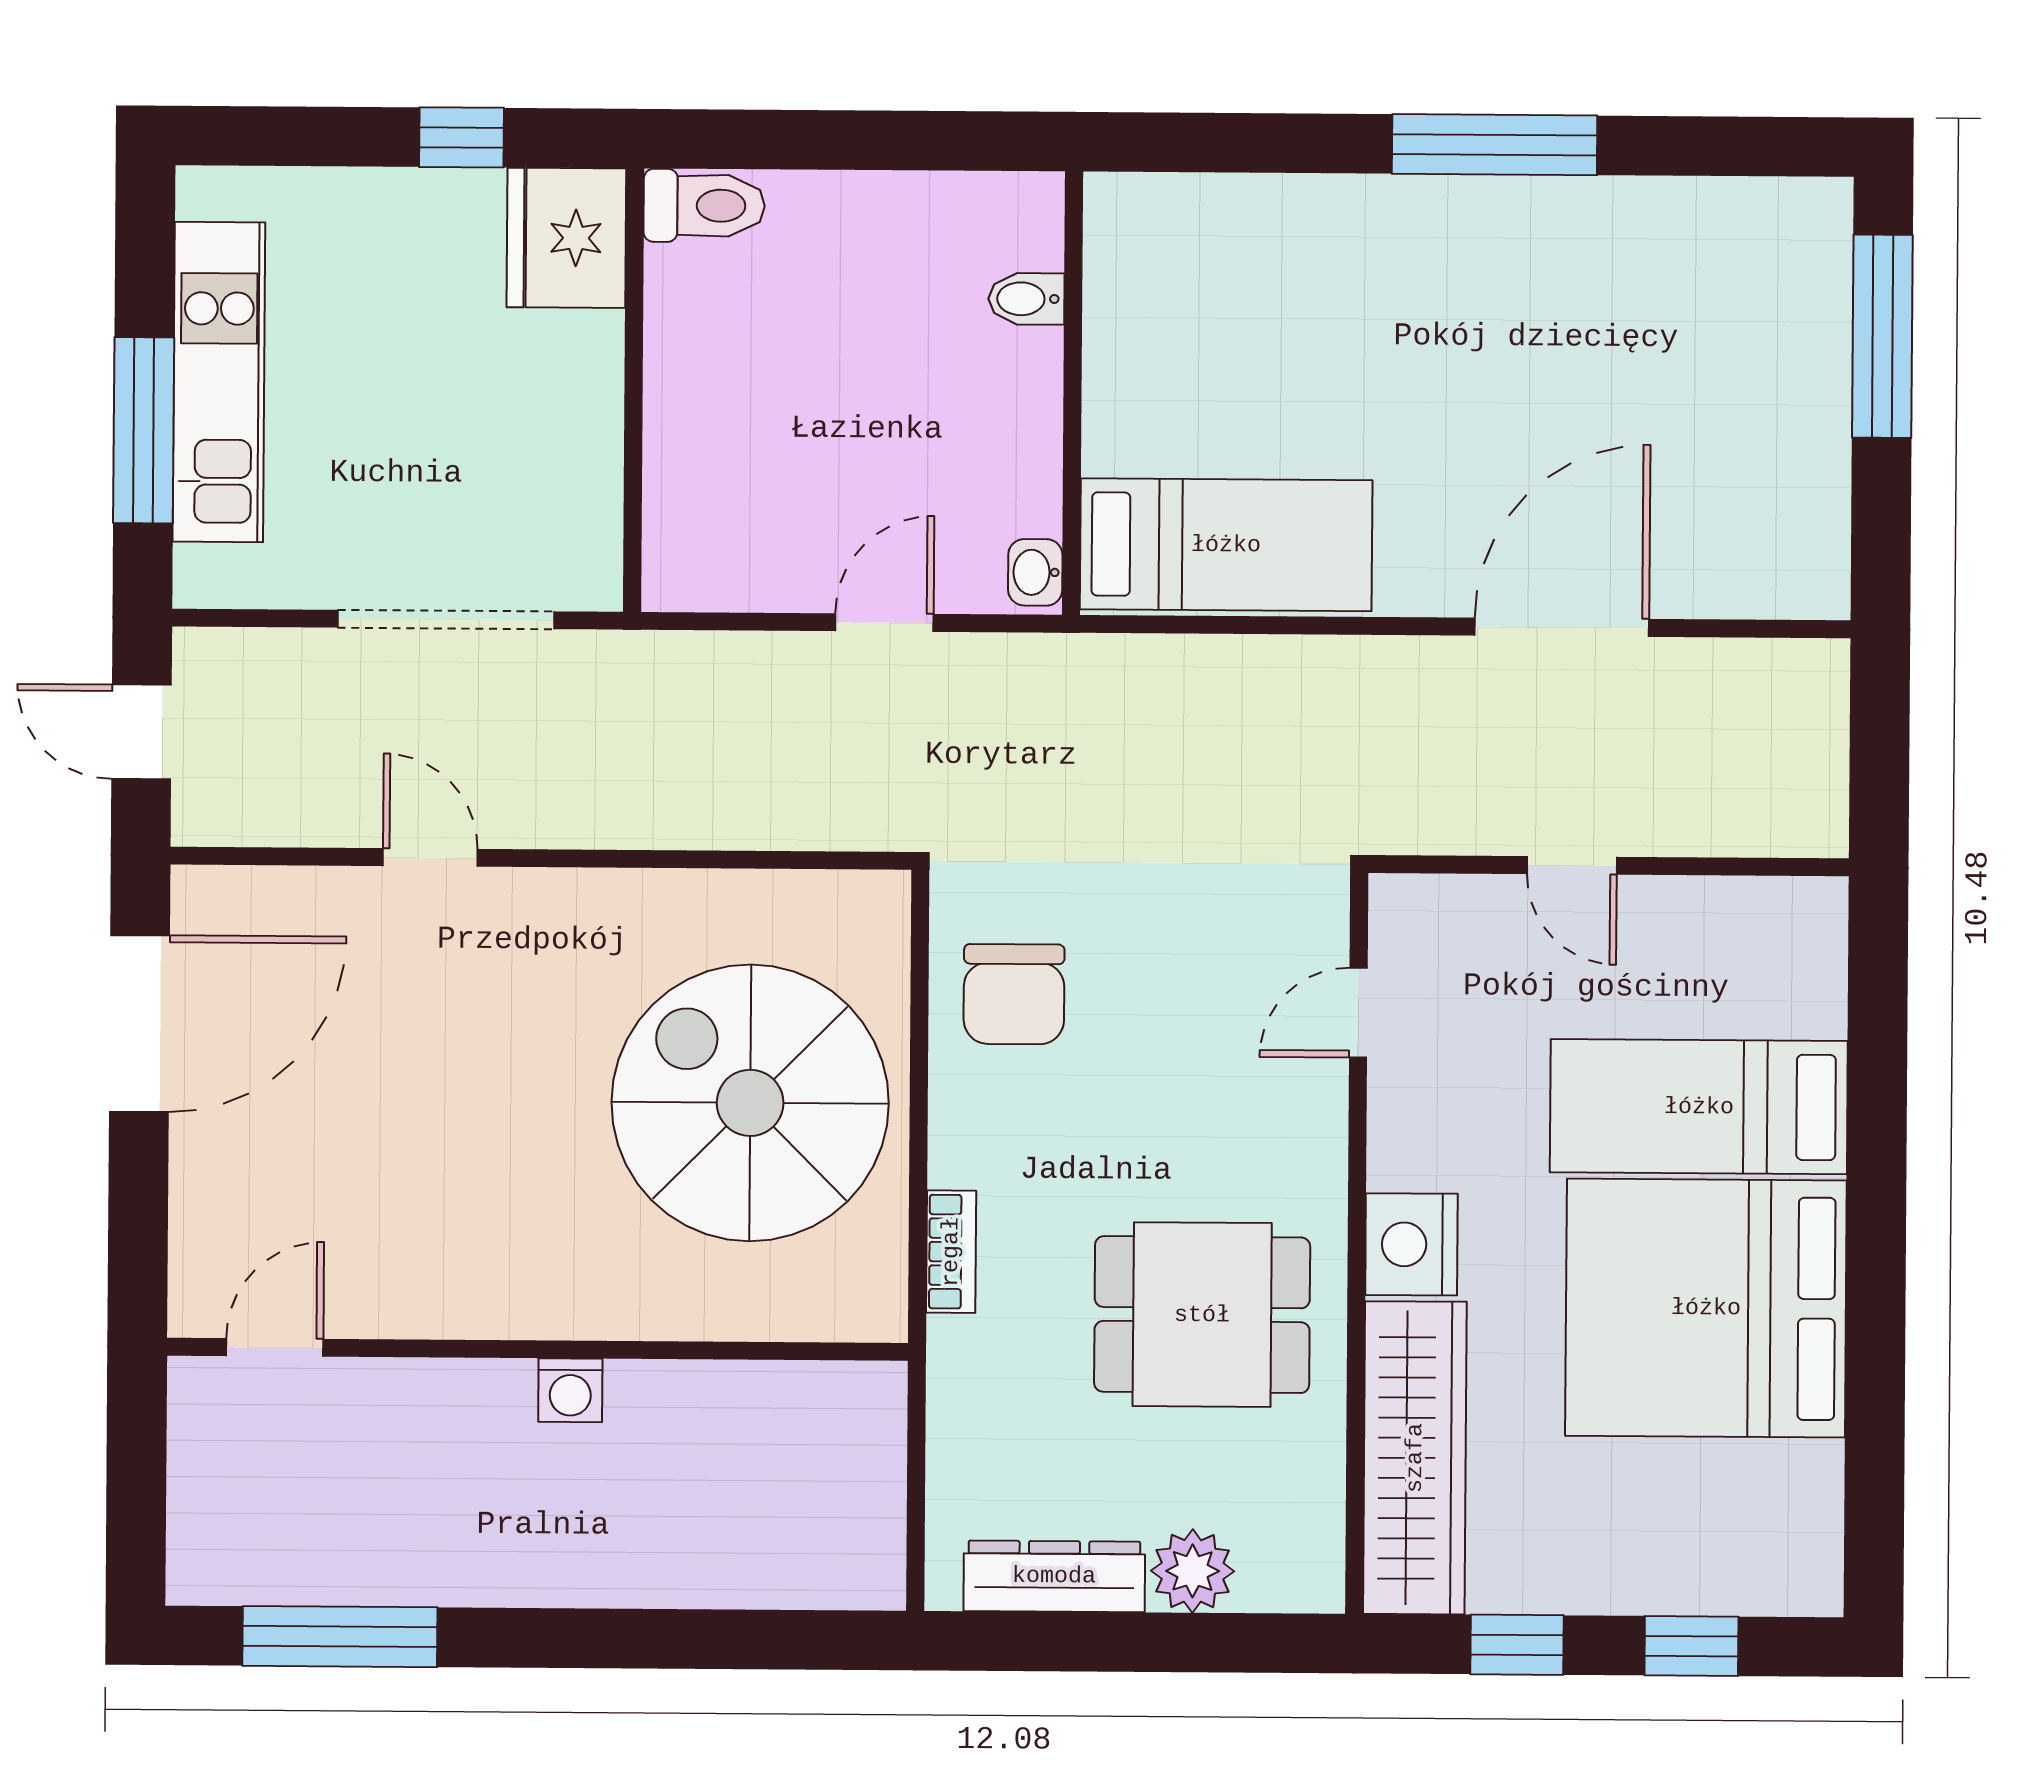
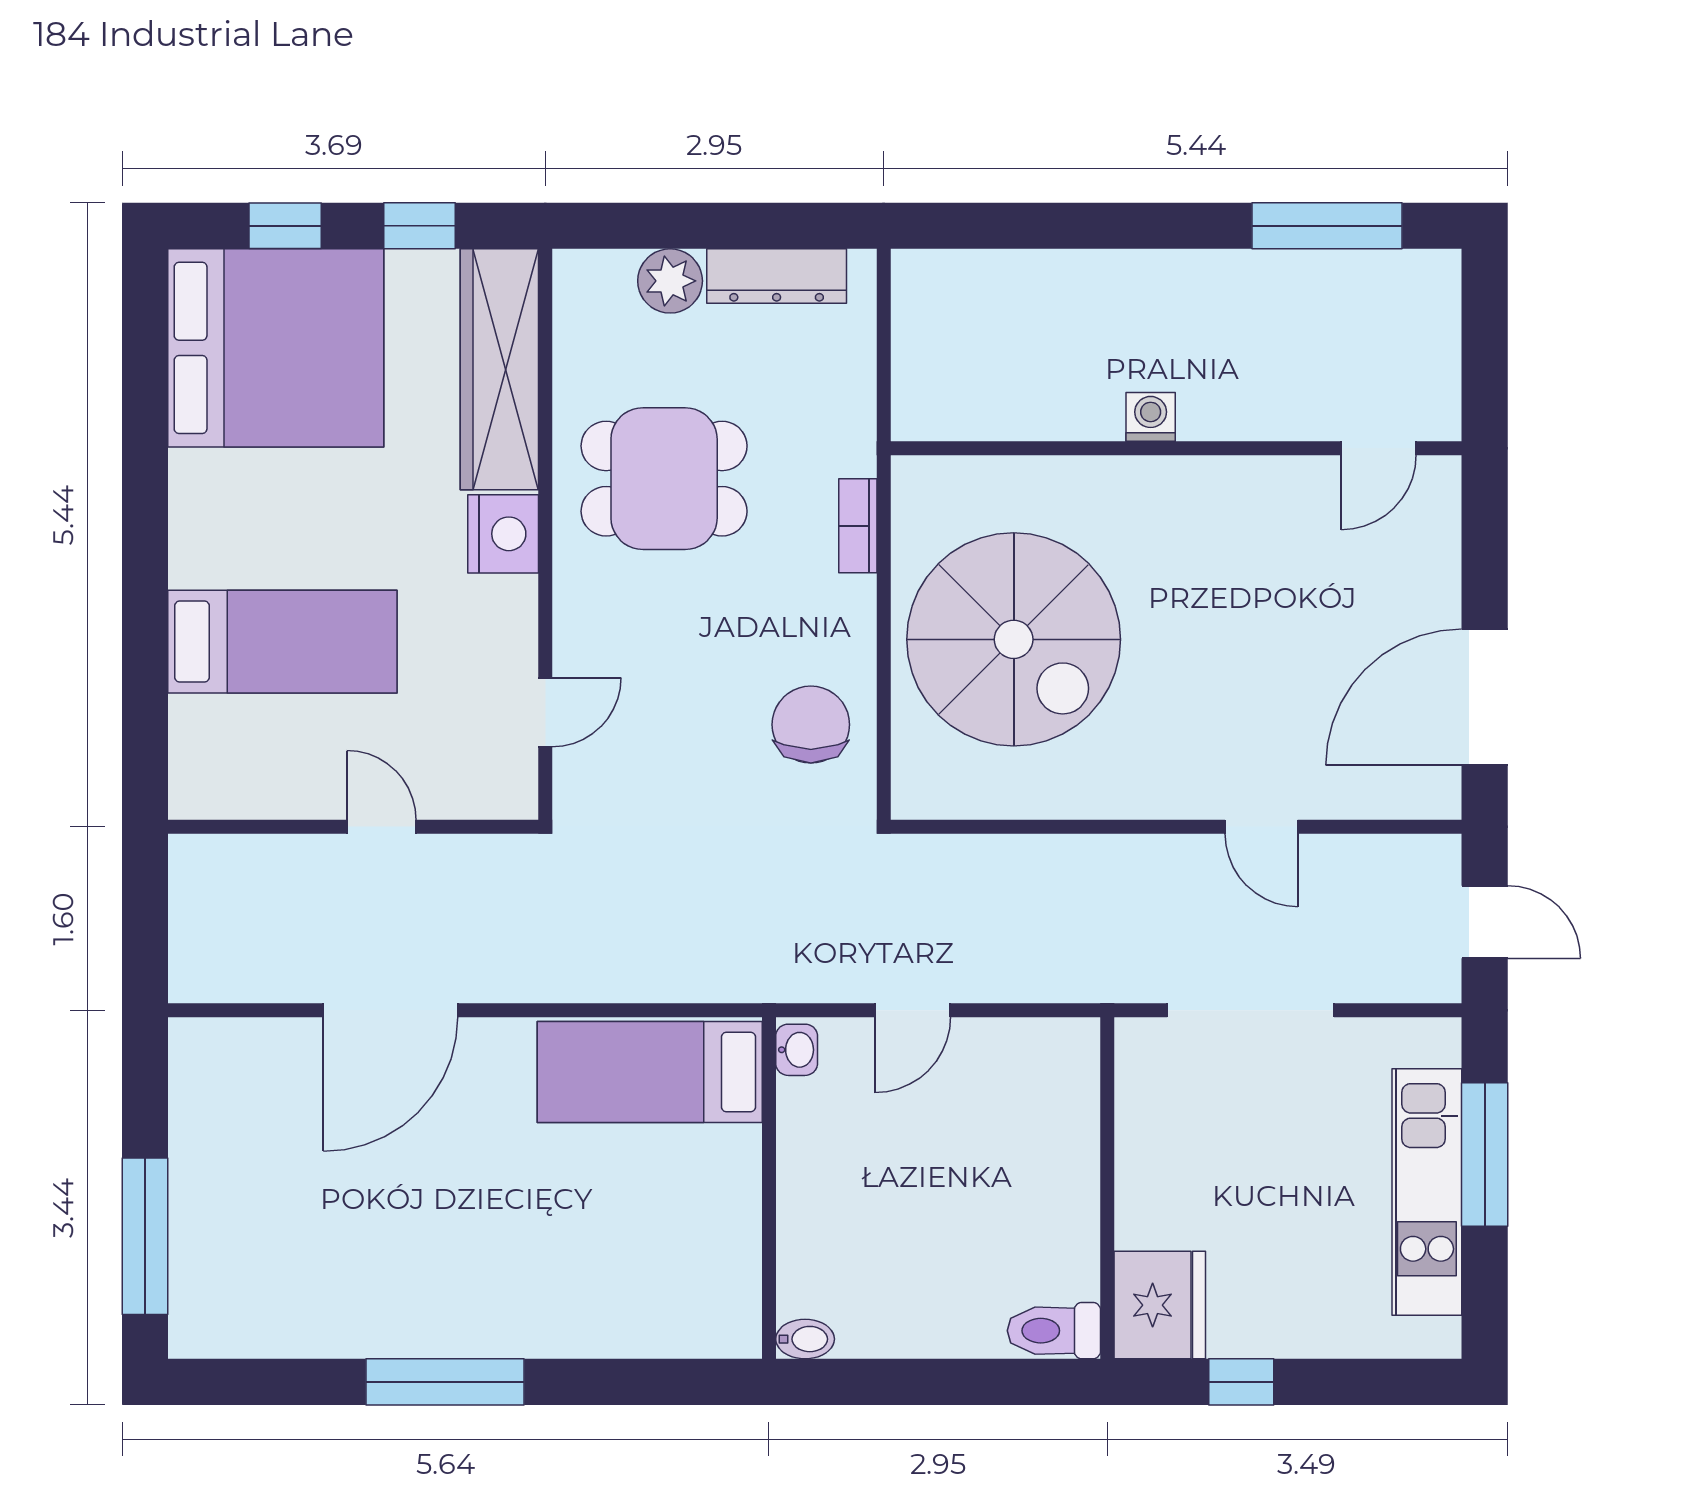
bidet: (1026, 299) -> (805, 1339), moved
bed: (1706, 1308) -> (276, 348), moved

